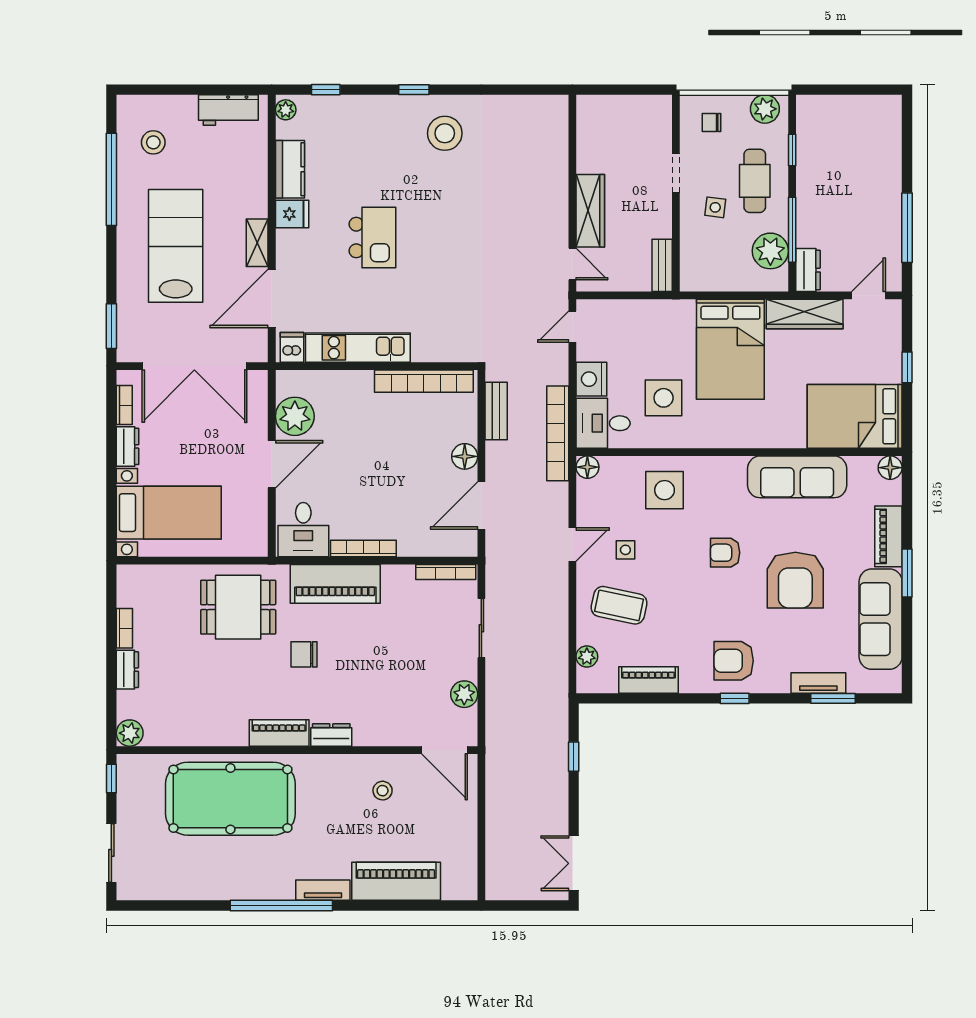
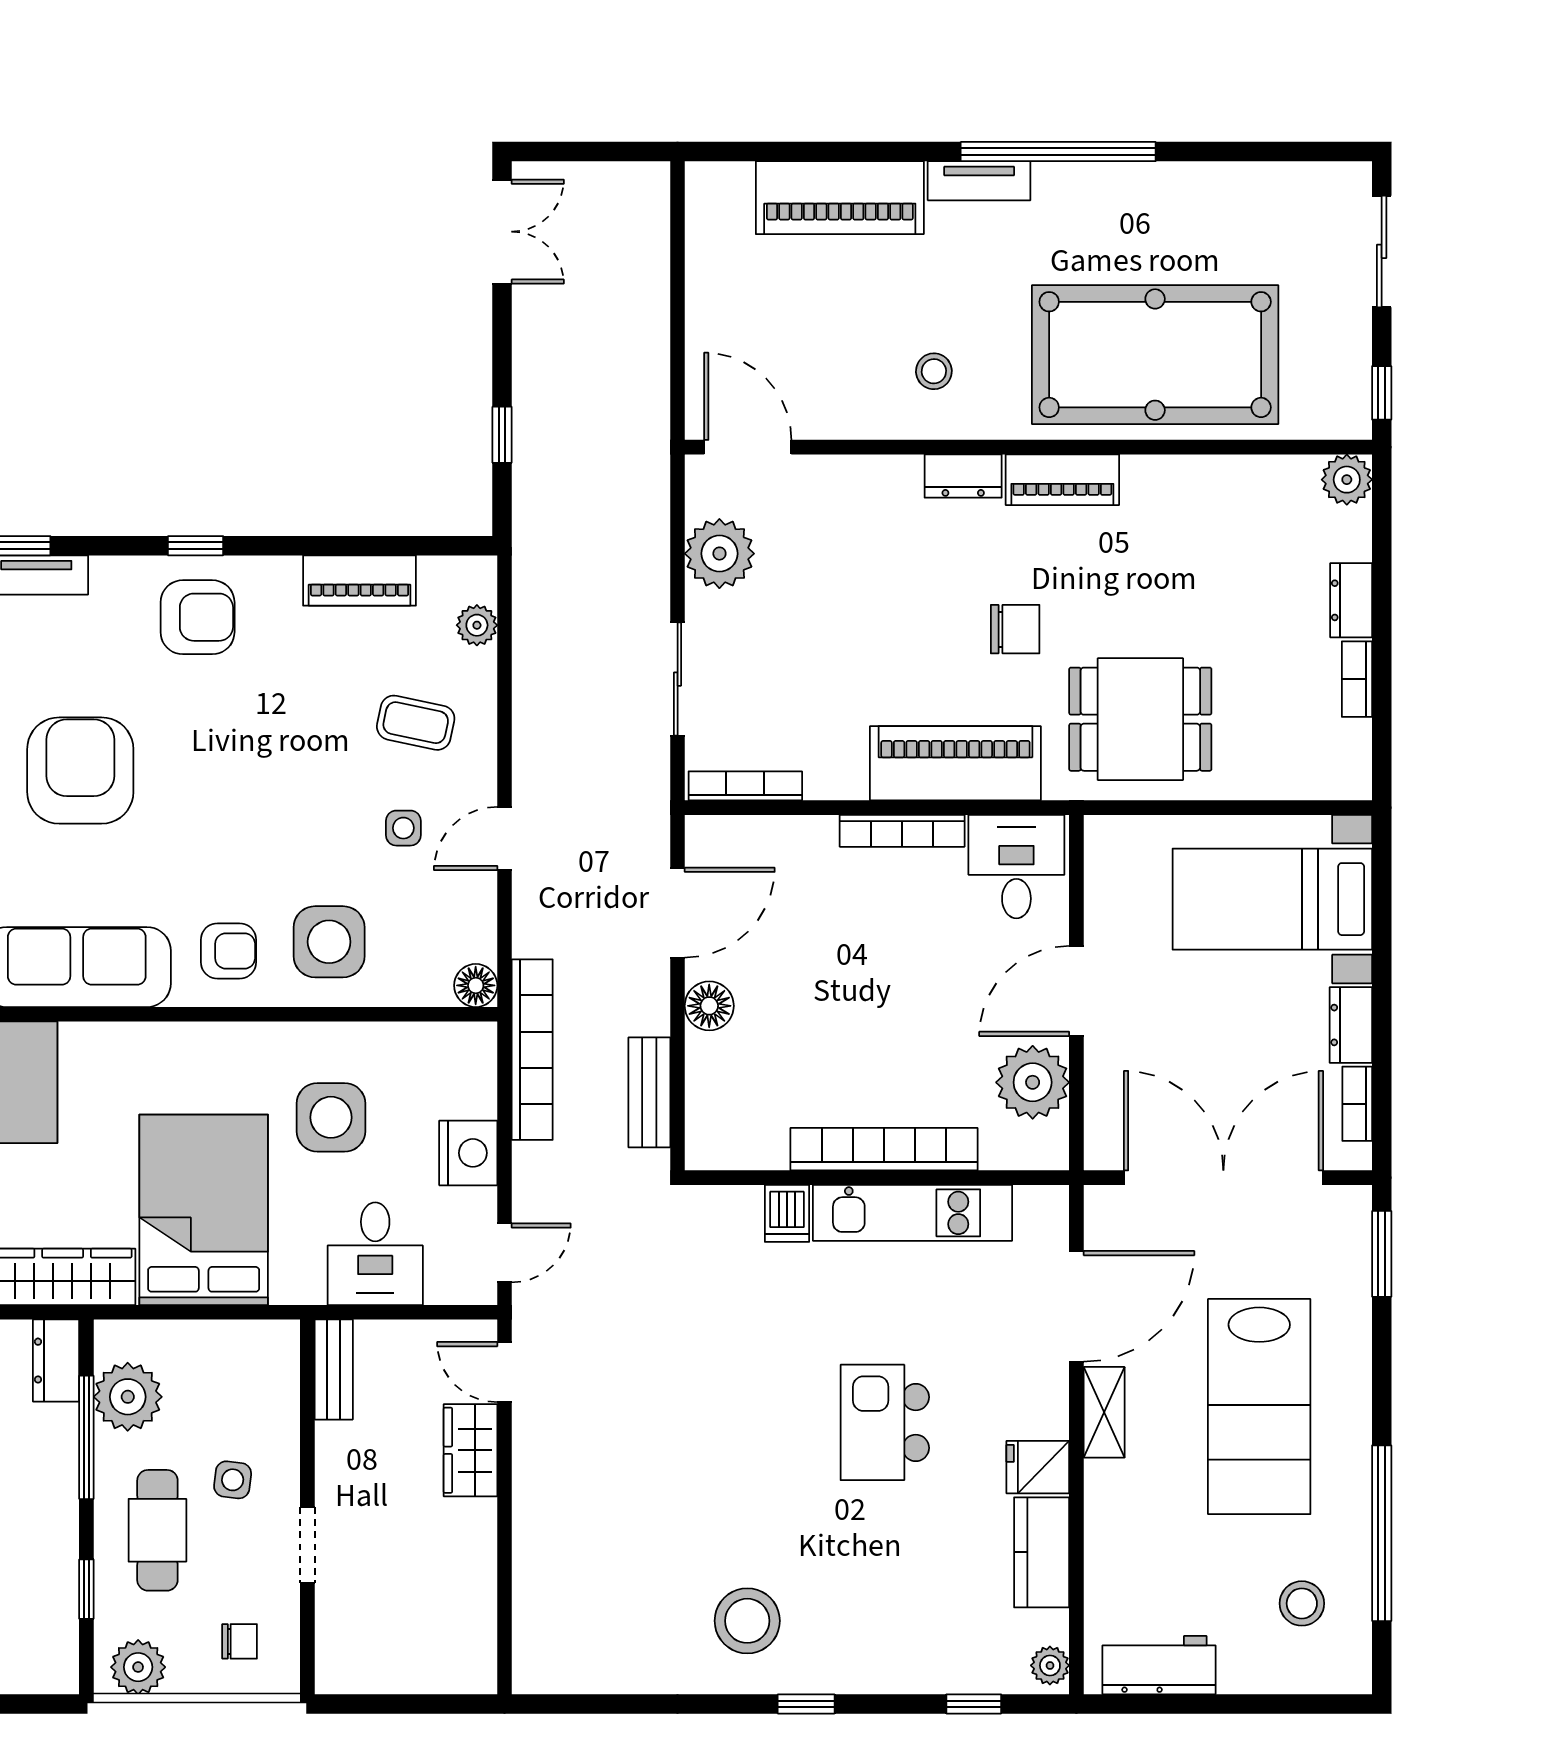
wardrobe: (590, 211) -> (470, 1450), width x0.67
dishwasher: (292, 347) -> (787, 1213), moved
bookcase: (424, 381) -> (884, 1149), moved
desk: (603, 423) -> (375, 1254), moved, turned 90
armchair: (725, 553) -> (228, 951), moved
coffee table: (619, 605) -> (416, 723), width x0.73, depth x0.77
plant: (464, 694) -> (719, 554), width x1.36, depth x1.36
stool: (383, 791) -> (934, 371), moved

